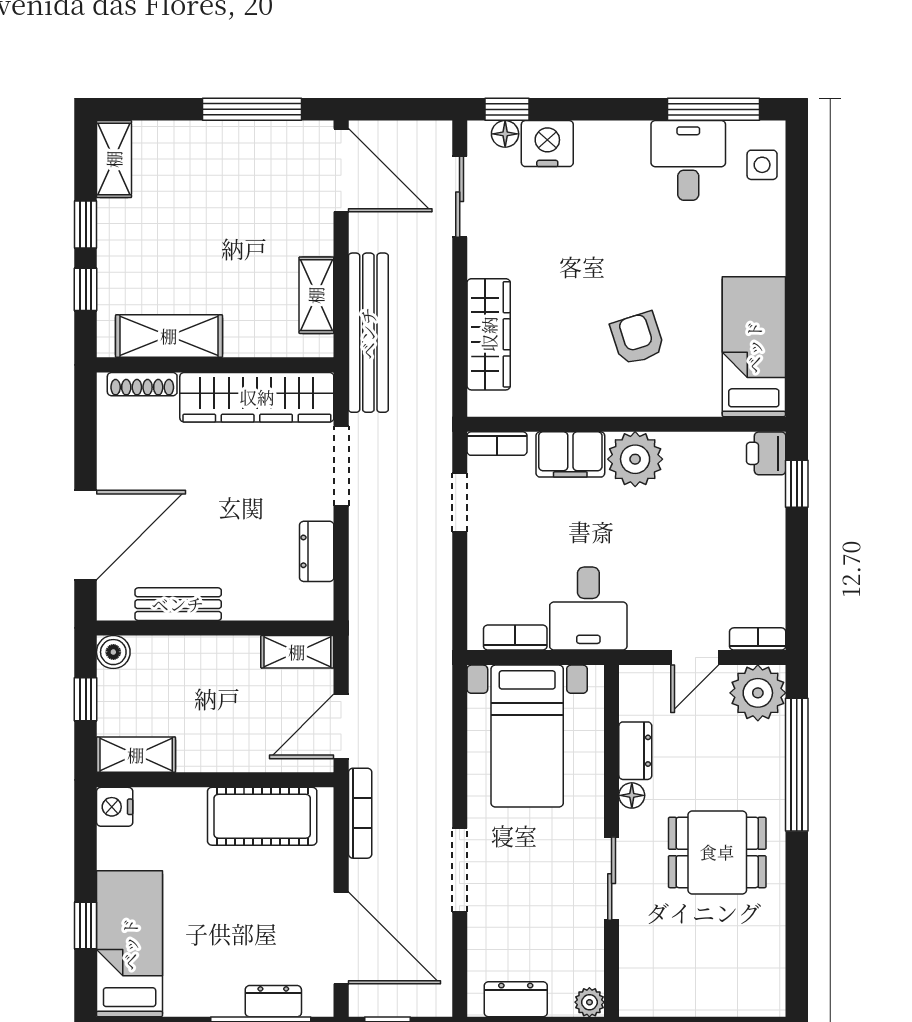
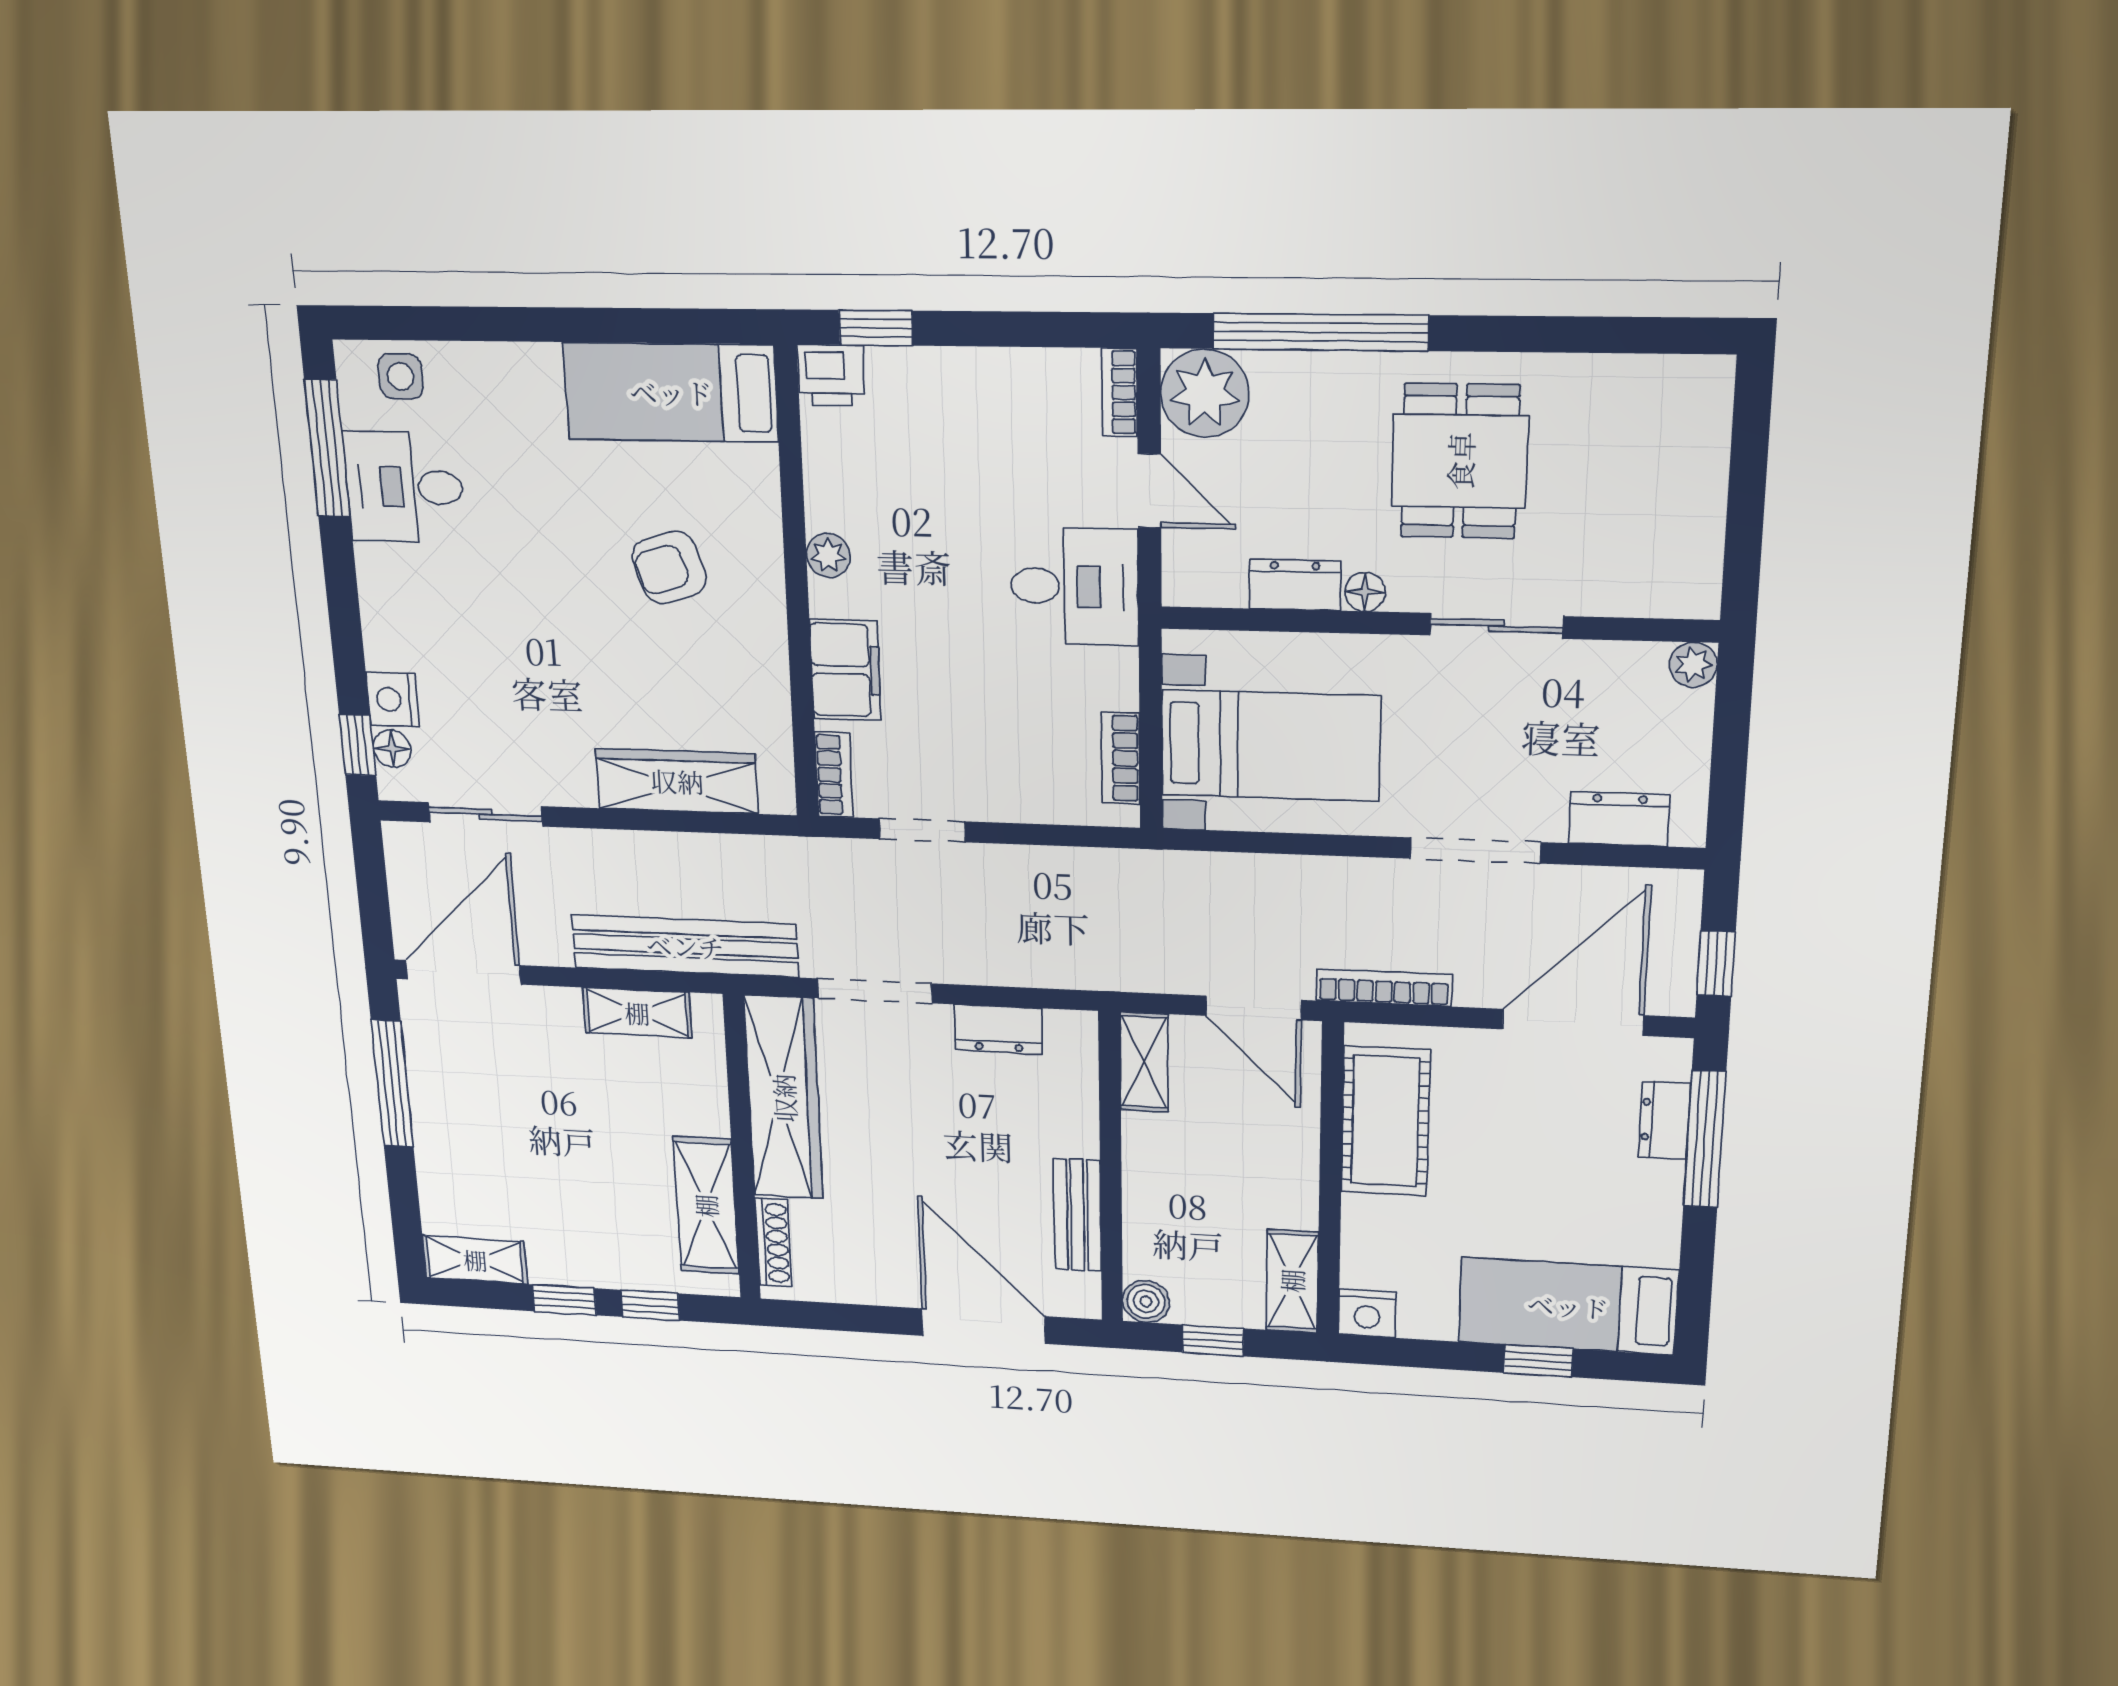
nightstand: (547, 144) -> (393, 699), width x0.74, depth x0.75
plant: (635, 459) -> (828, 555), width x0.53, depth x0.53
desk: (588, 609) -> (1075, 586), moved
dresser: (516, 999) -> (1619, 819), moved, turned 90

